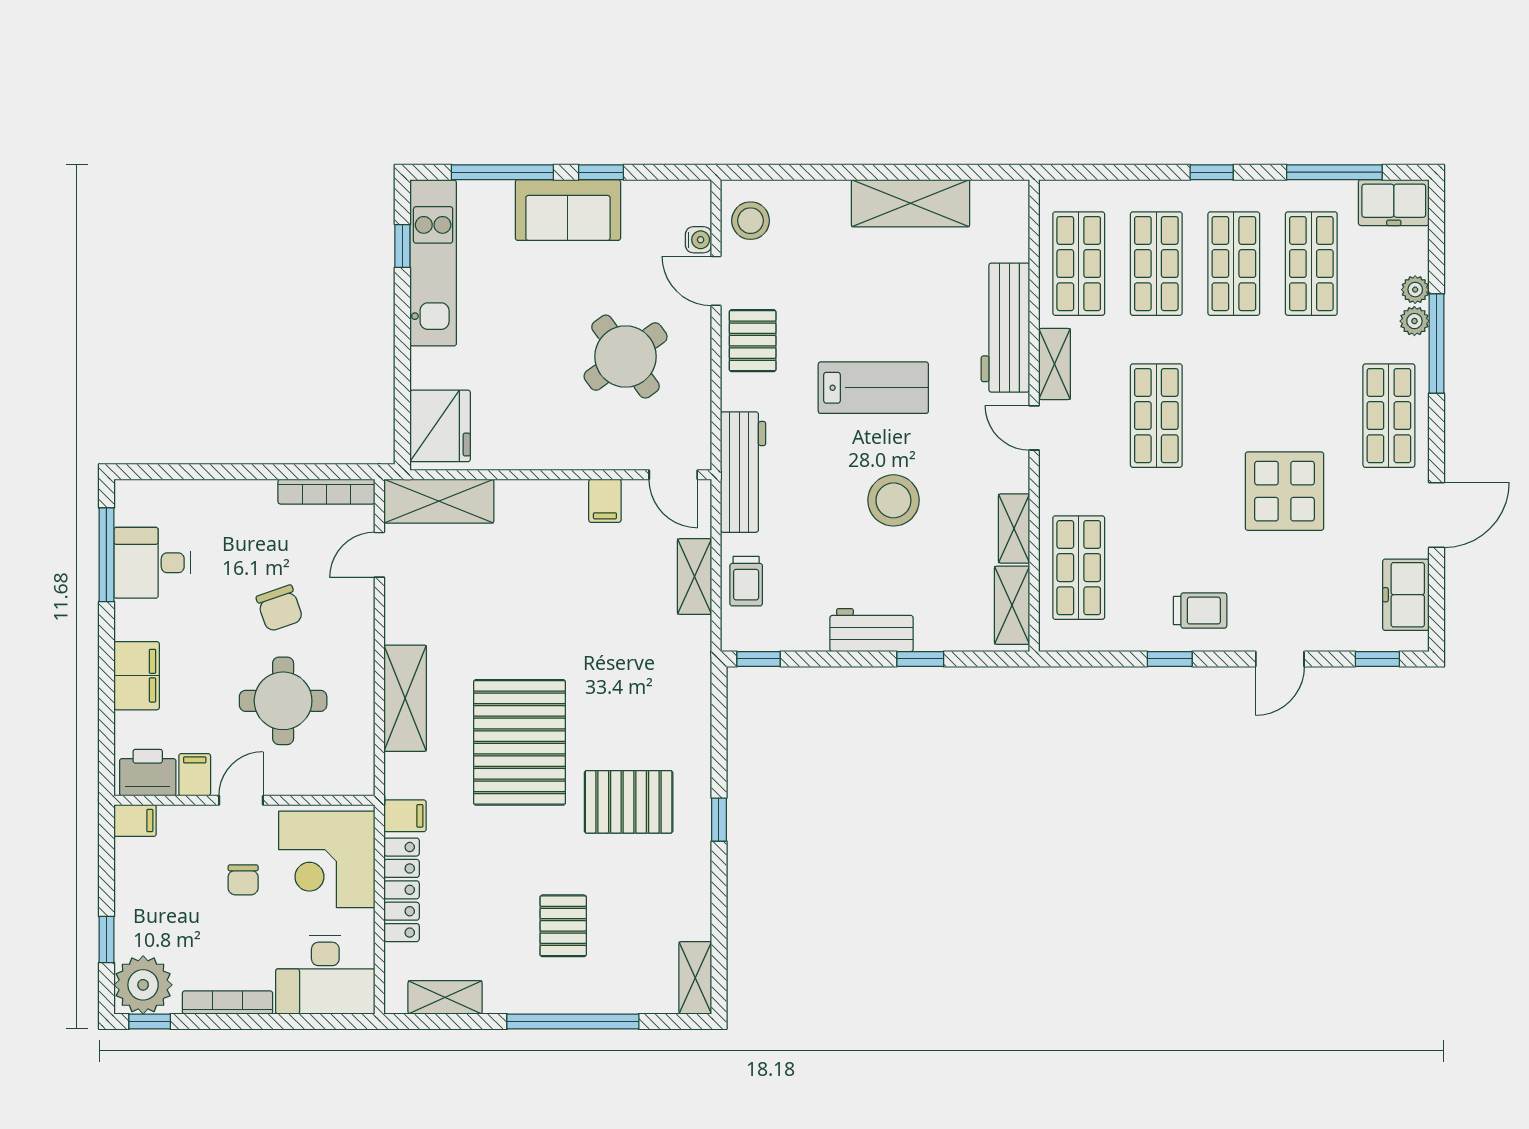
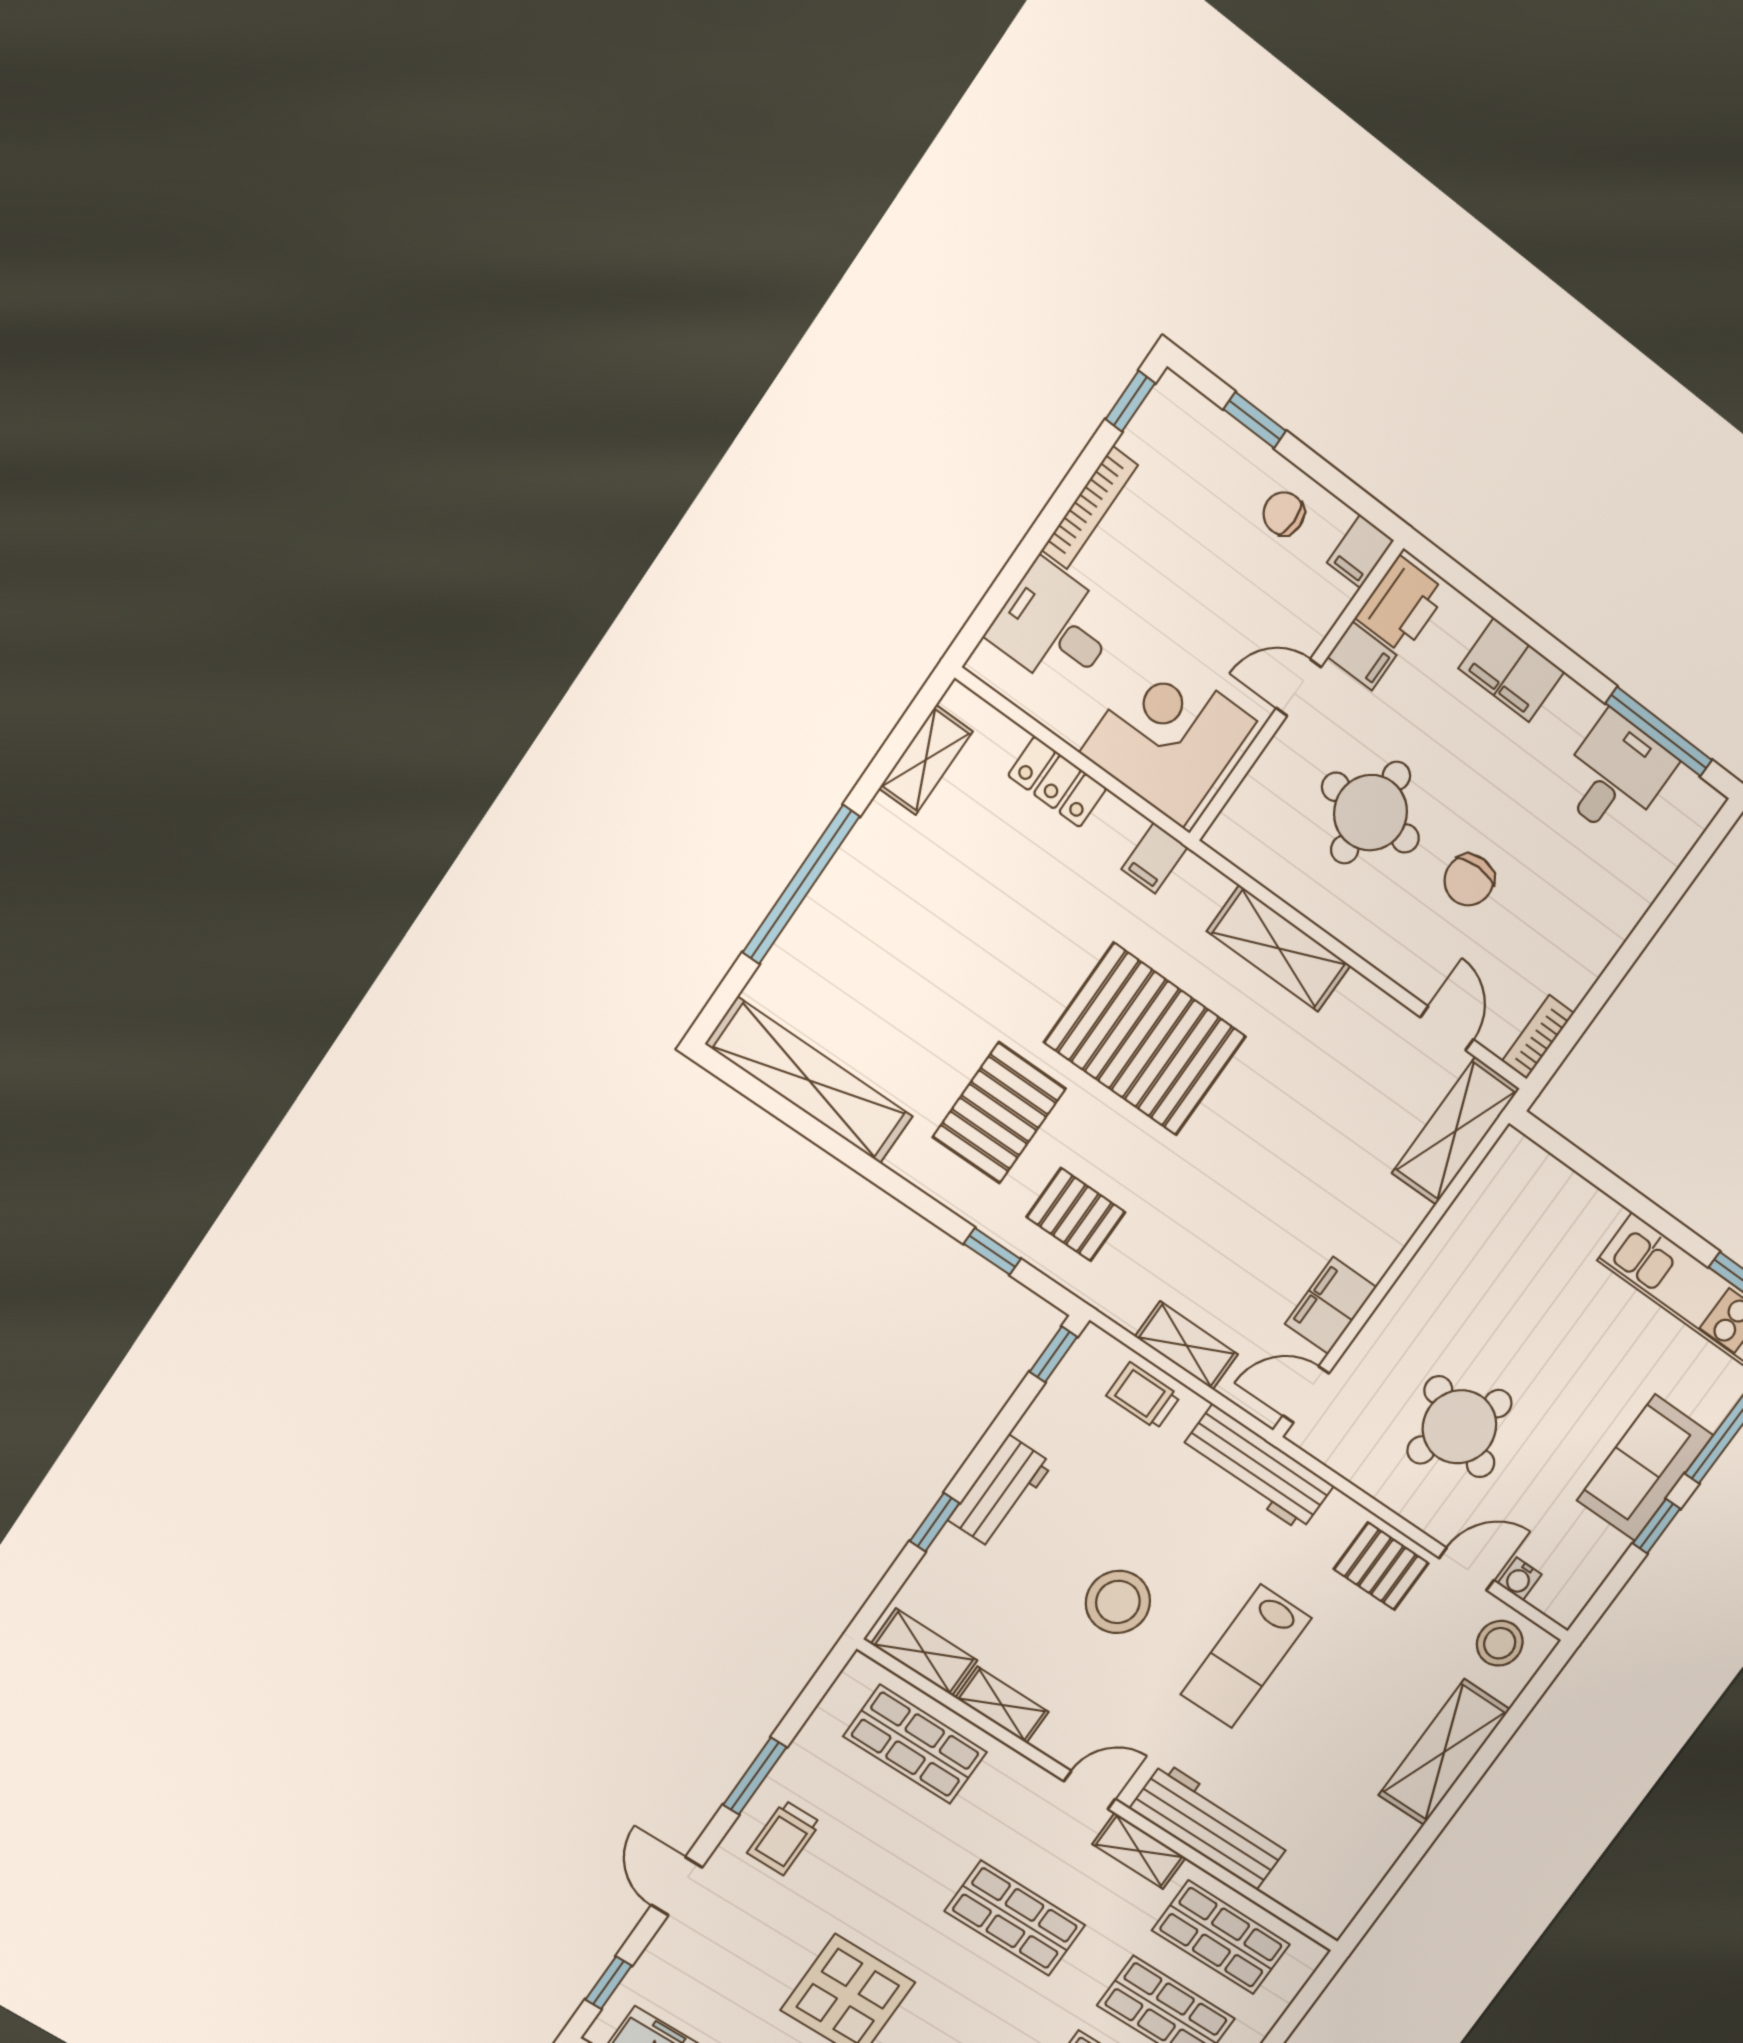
shelving: (910, 203) -> (1444, 1752), moved
round table: (626, 357) -> (1459, 1427), turned -30
fridge: (440, 426) -> (1530, 1186), removed
bookcase: (326, 492) -> (1538, 1037), width x0.64
filing cabinet: (605, 501) -> (1331, 1305), width x2.00
chair: (280, 608) -> (1469, 880), turned -71
window: (1170, 659) -> (755, 1776), width x1.50
door: (241, 800) -> (1299, 688), swing flipped
window: (719, 820) -> (992, 1251), moved
chair: (243, 880) -> (1284, 514), moved
locker: (402, 890) -> (1057, 782), width x0.66
pallet: (563, 926) -> (1076, 1215), moved
desk: (325, 975) -> (1054, 627), width x0.73
shelving: (695, 978) -> (809, 1080), width x2.20, depth x1.33
plant: (143, 985) -> (1176, 424), removed

